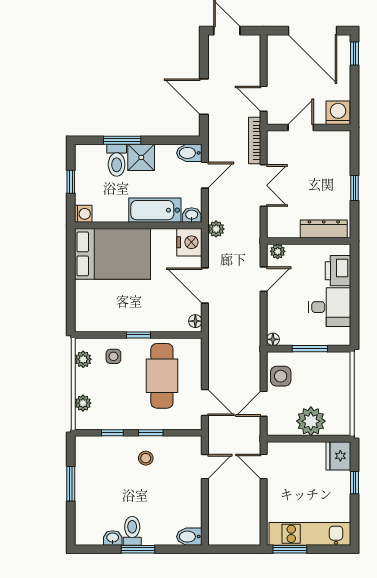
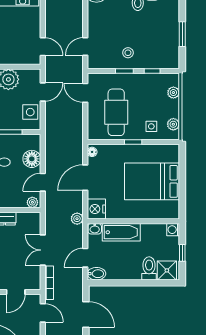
window: (122, 140) -> (145, 283), removed
shower: (141, 157) -> (167, 270), moved
bed: (113, 254) -> (152, 181), moved
door: (205, 286) -> (85, 178), swing flipped
floor lamp: (273, 339) -> (32, 159), moved, width x1.89, depth x1.89

